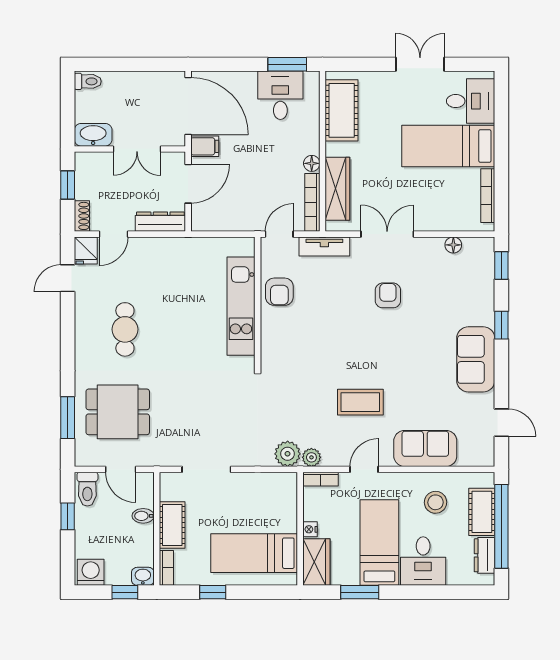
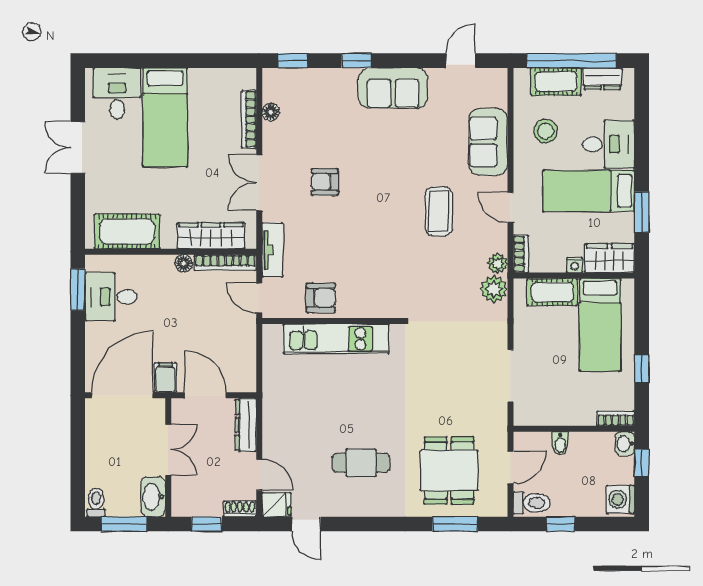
window: (68, 107) -> (124, 524), added
bookcase: (488, 196) -> (249, 119), moved, turned 90
cot: (172, 525) -> (552, 292), moved

